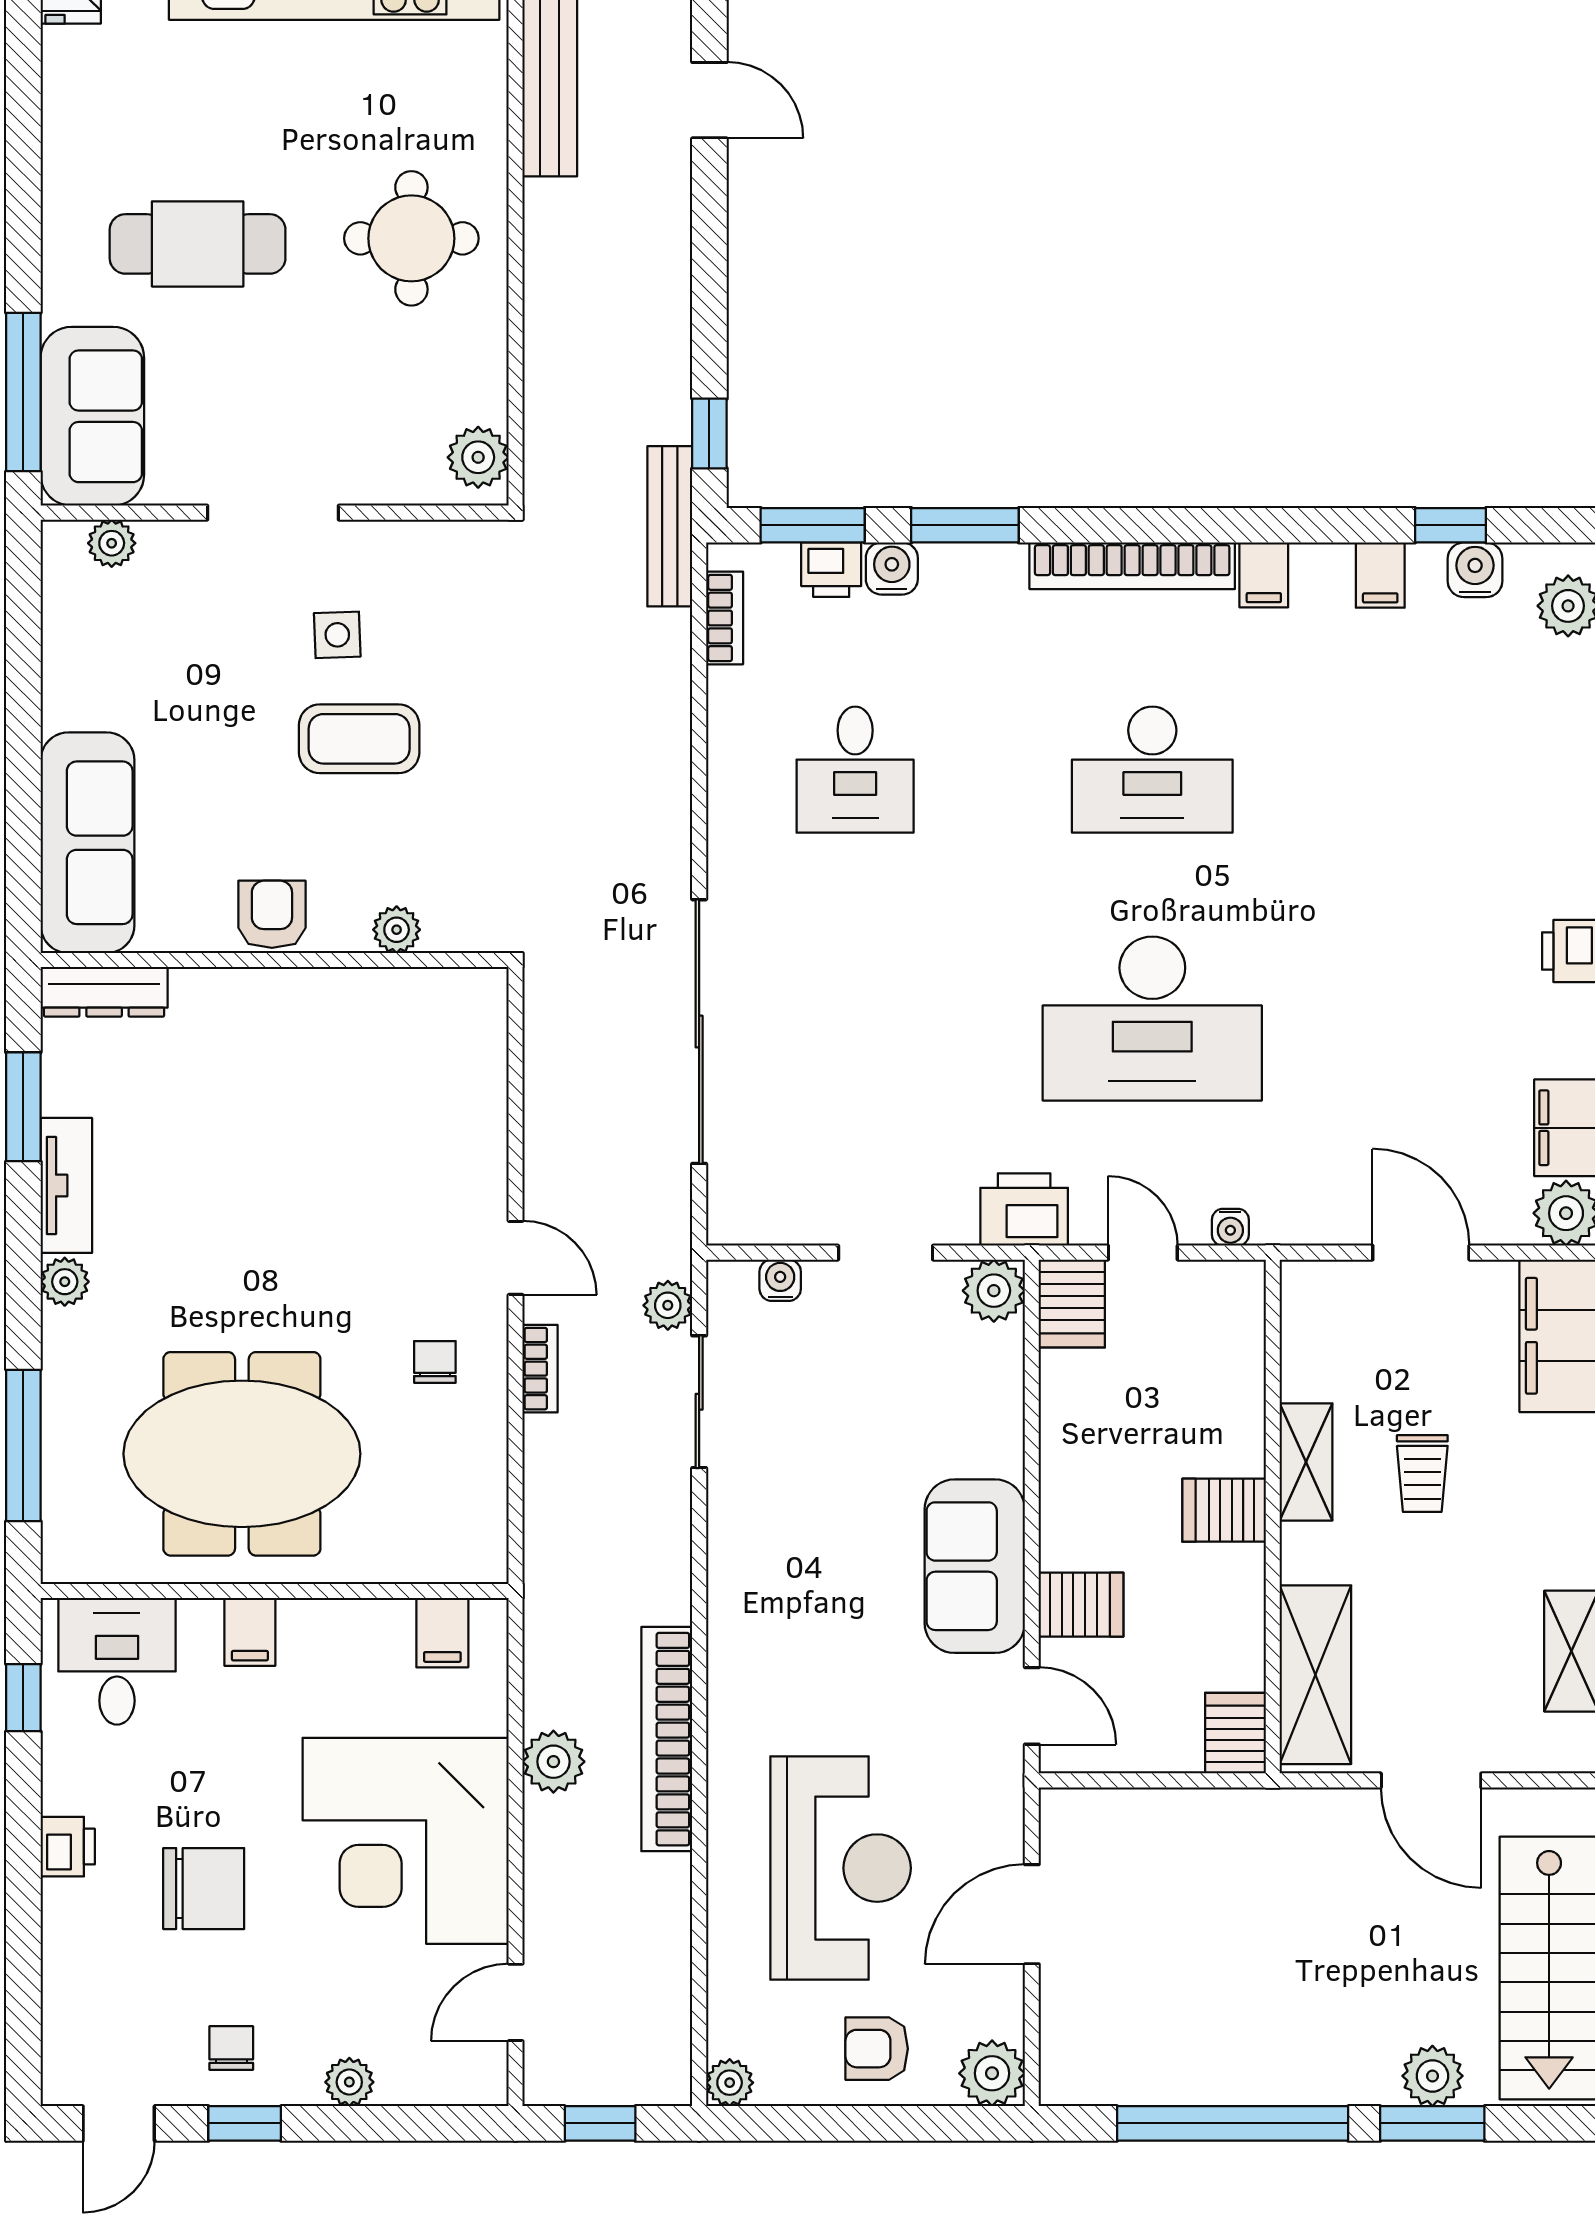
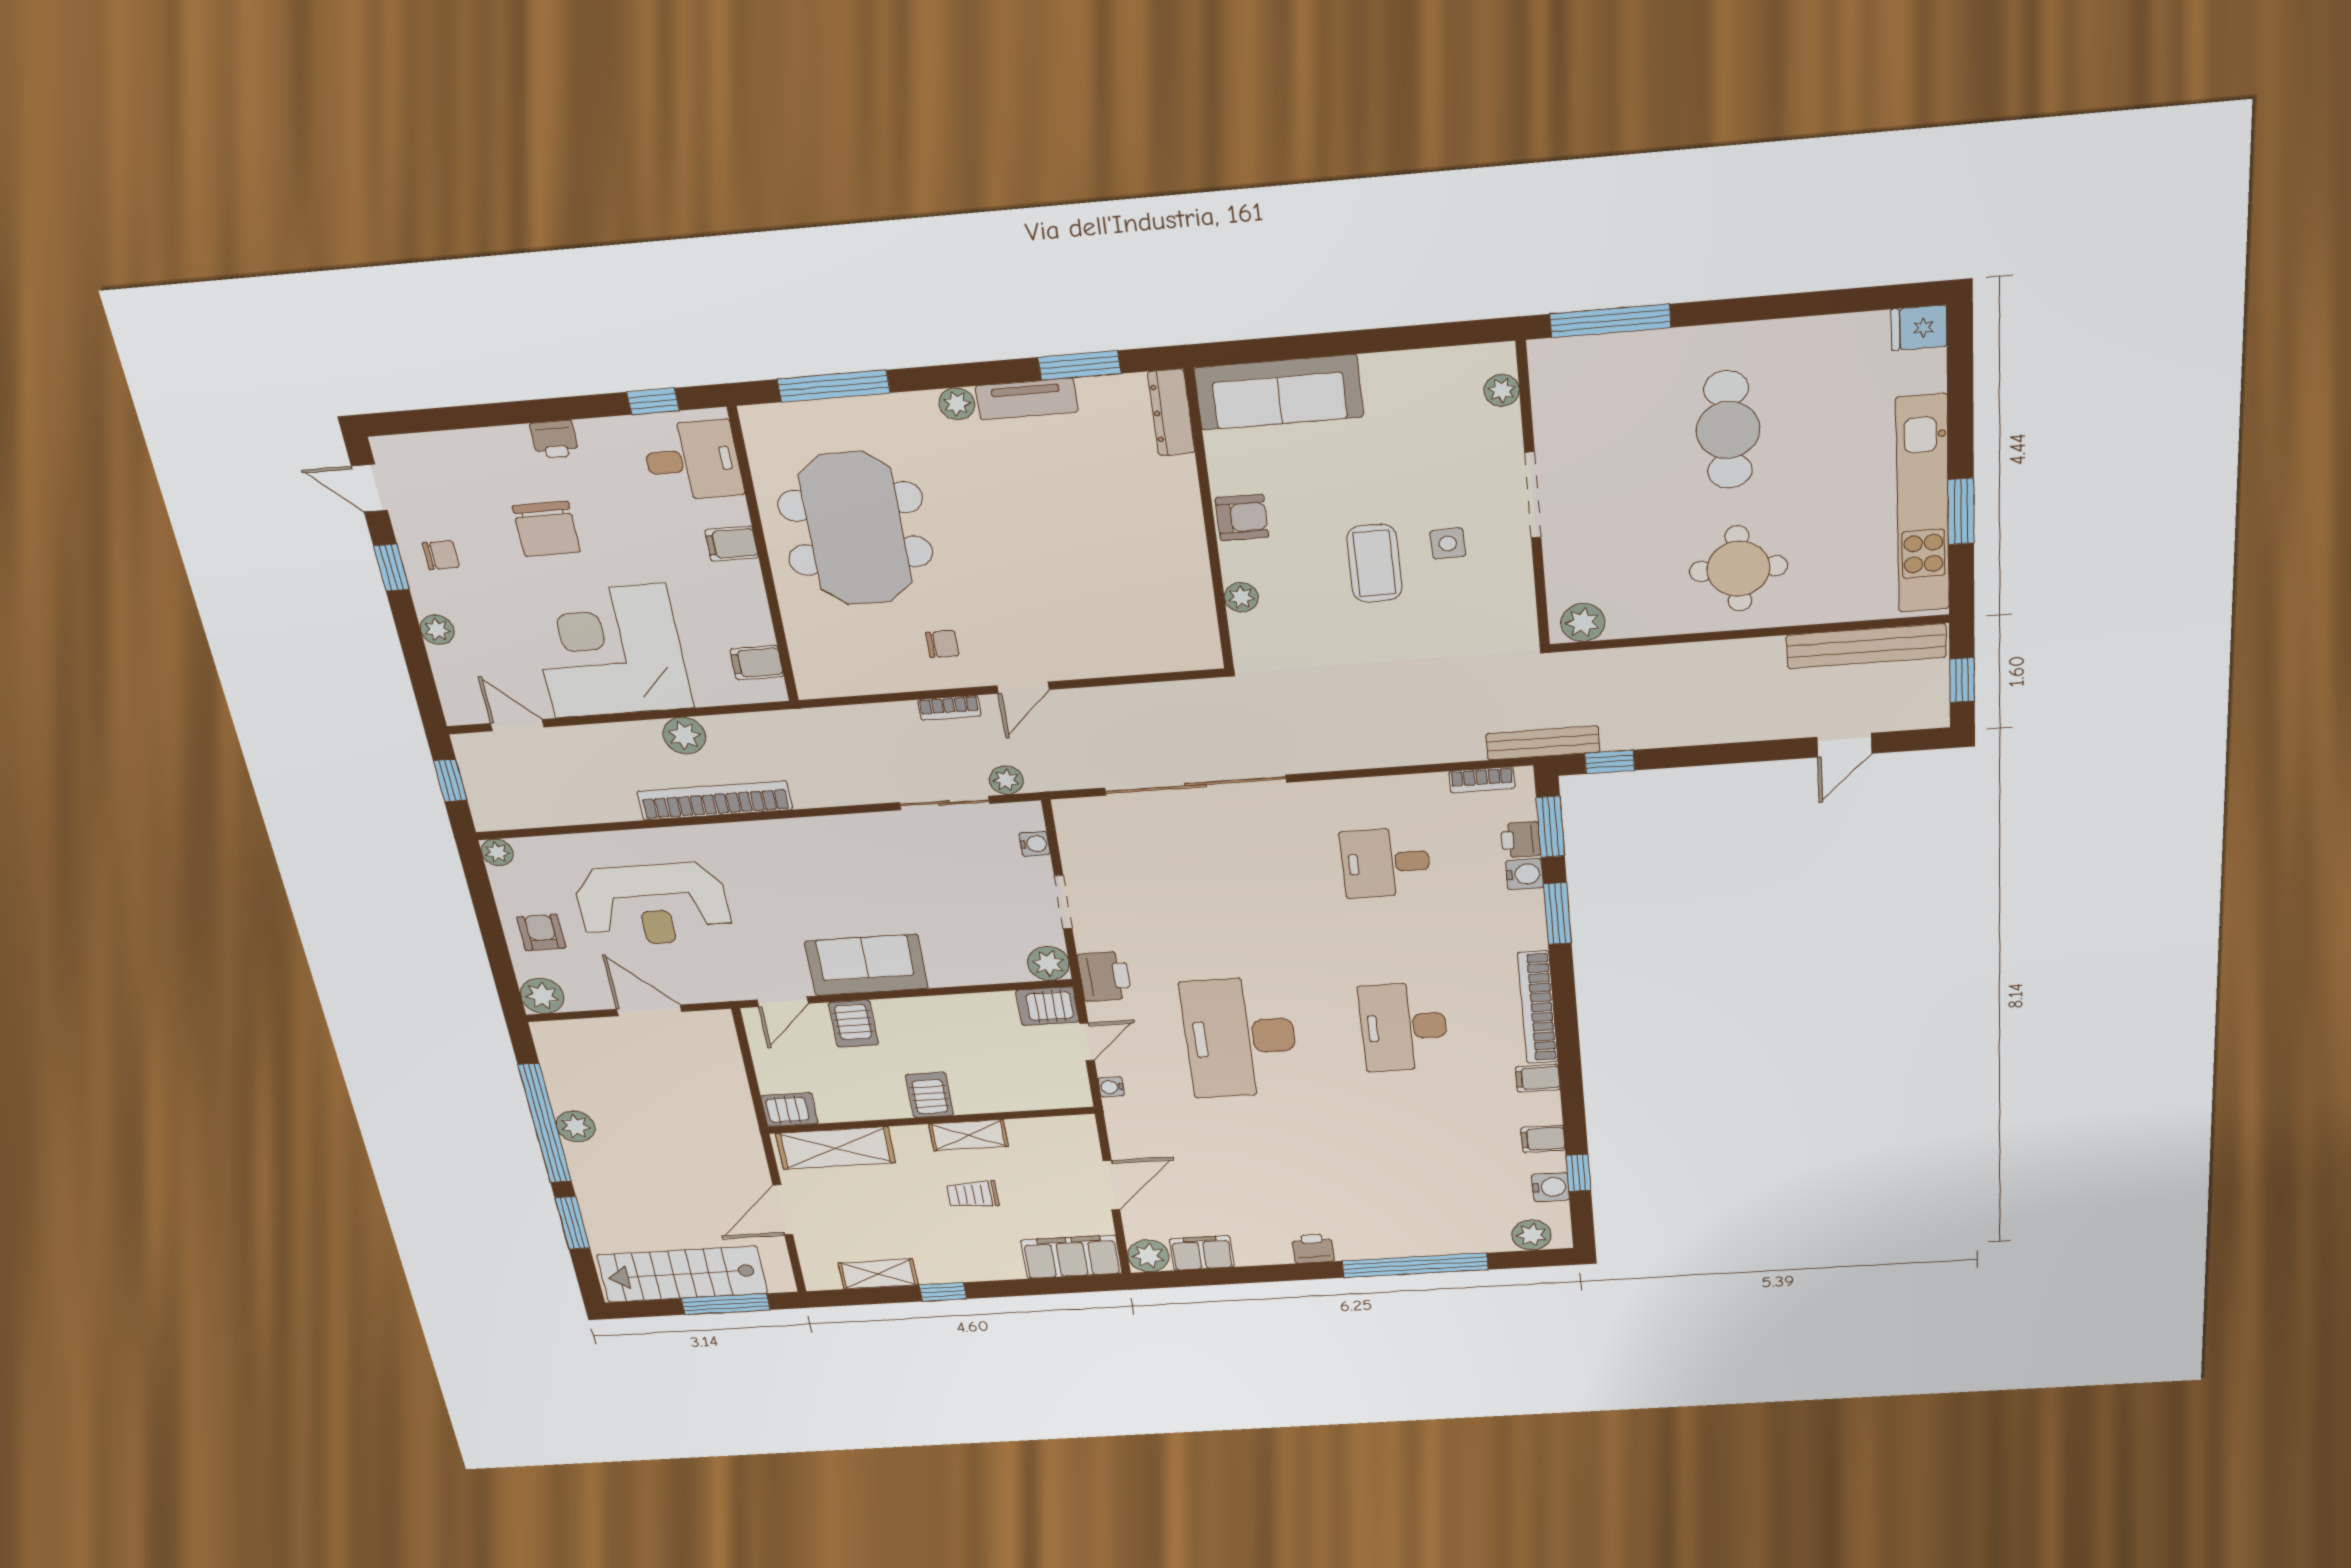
sofa: (92, 416) -> (1595, 369), removed
plant: (1432, 2076) -> (576, 1126), moved

